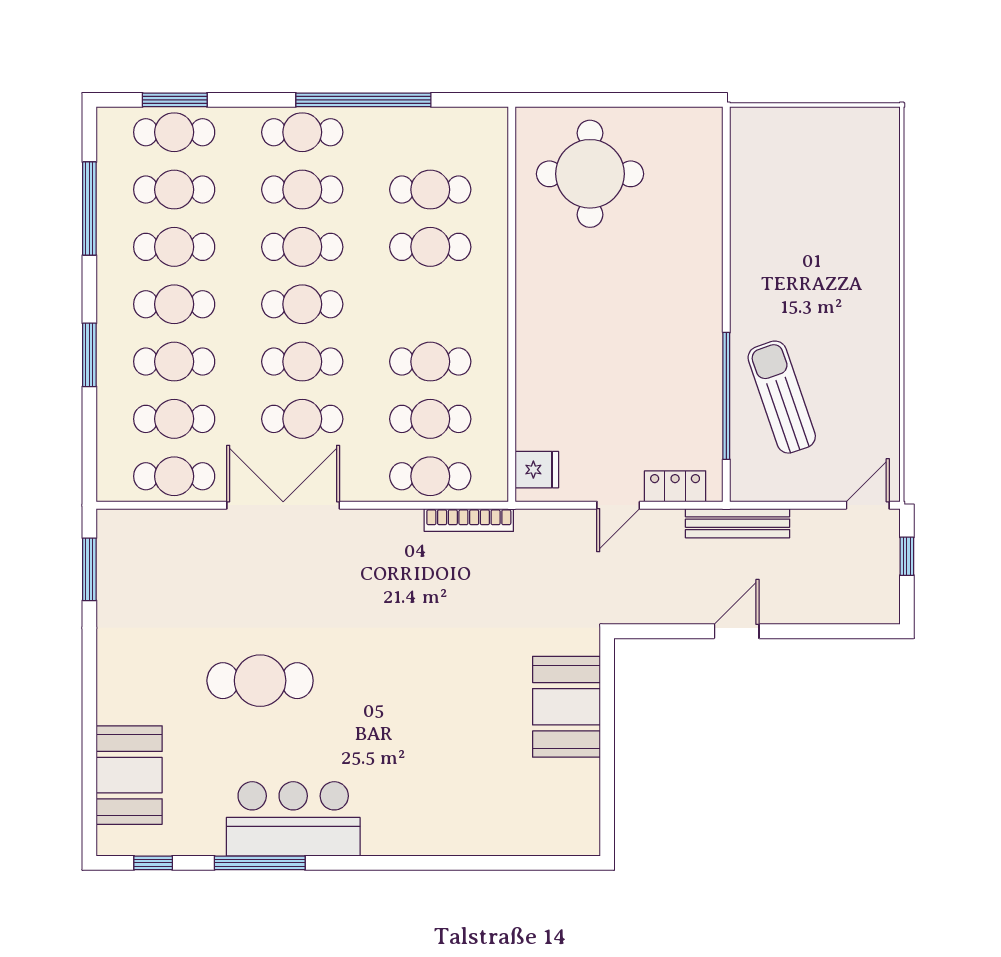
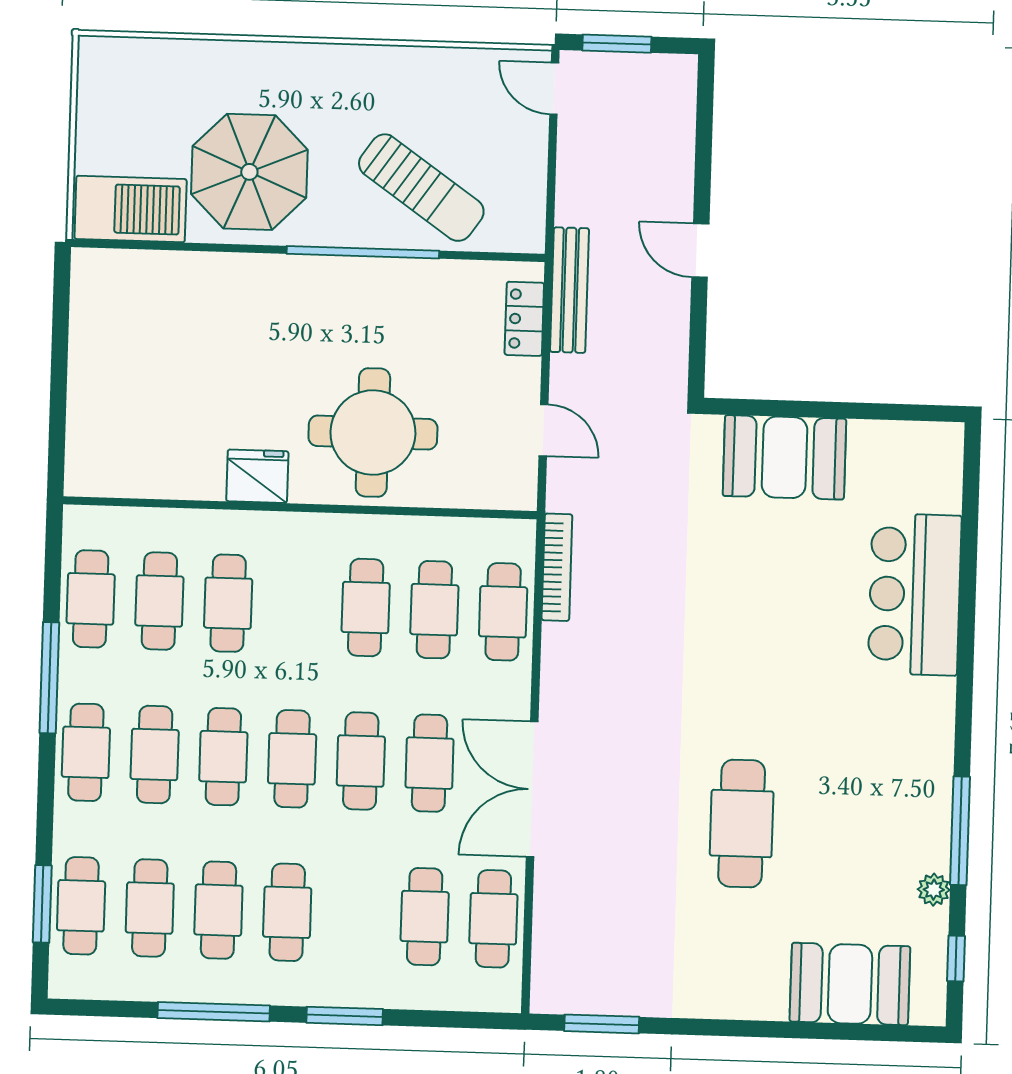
window: (363, 100) -> (49, 678), width x0.68
barbecue: (756, 155) -> (131, 209), added
round table: (590, 174) -> (373, 433), moved
window: (89, 209) -> (214, 1012), moved
parasol: (790, 253) -> (249, 172), added
cafe table: (174, 362) -> (91, 599), moved
window: (726, 396) -> (363, 252), moved
sun lounger: (782, 397) -> (421, 188), turned -126
fridge: (537, 470) -> (257, 476), moved, width x1.38
door: (618, 505) -> (543, 430), moved
bench: (738, 523) -> (569, 290), moved
window: (907, 556) -> (617, 44), width x1.50
bar counter: (293, 819) -> (915, 594), moved
plant: (210, 842) -> (934, 890), added

